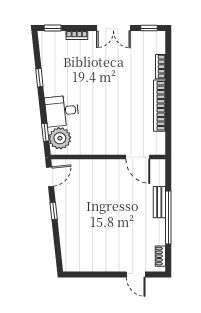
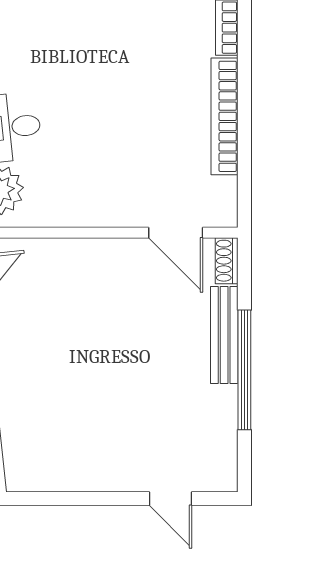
bench: (159, 202) -> (224, 335), width x1.36
shoe rack: (160, 256) -> (227, 261), moved

